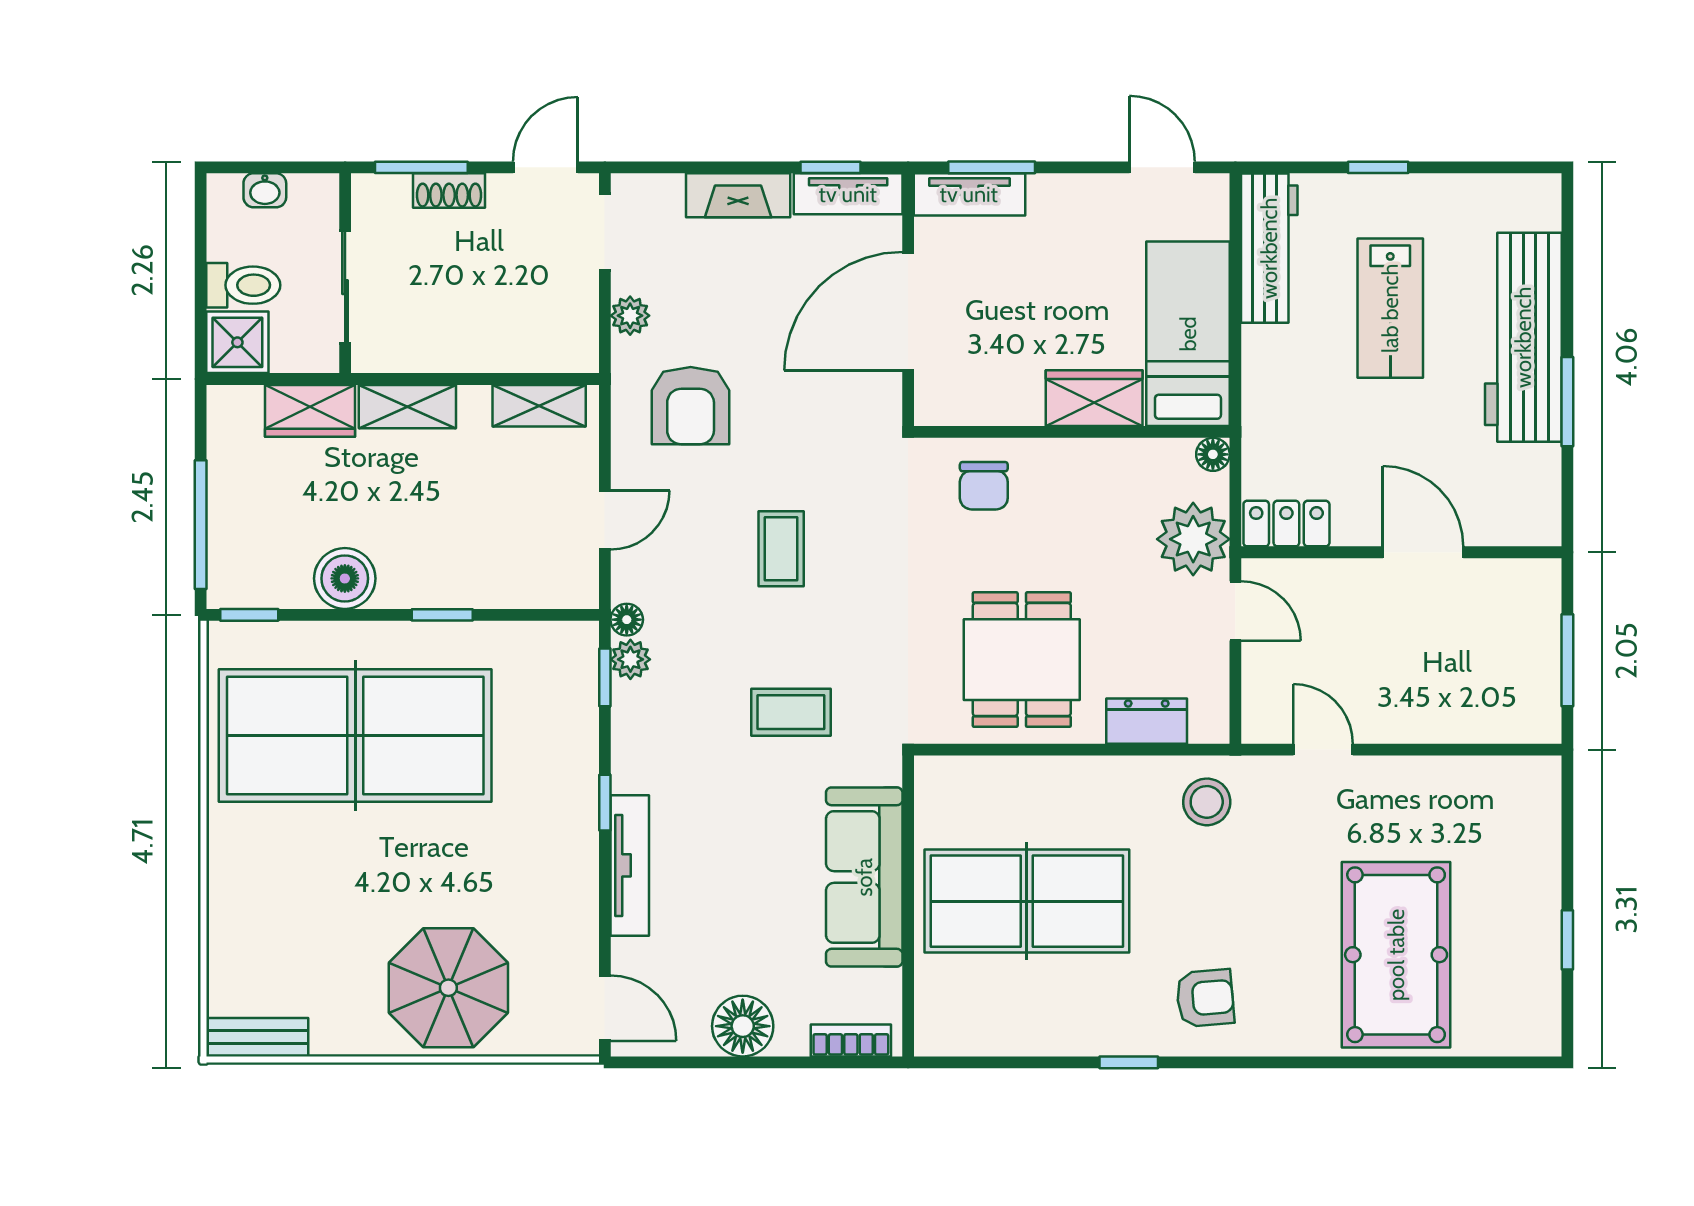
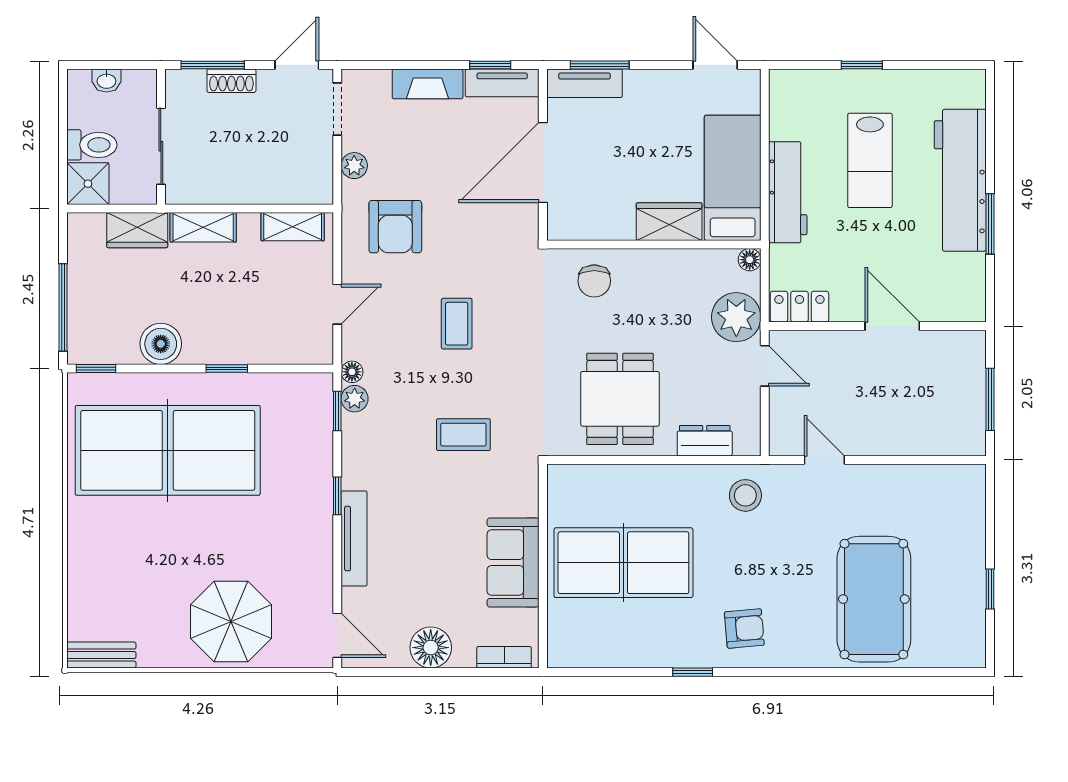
workbench: (1269, 248) -> (788, 192), moved
sofa: (864, 877) -> (513, 562), width x0.73

